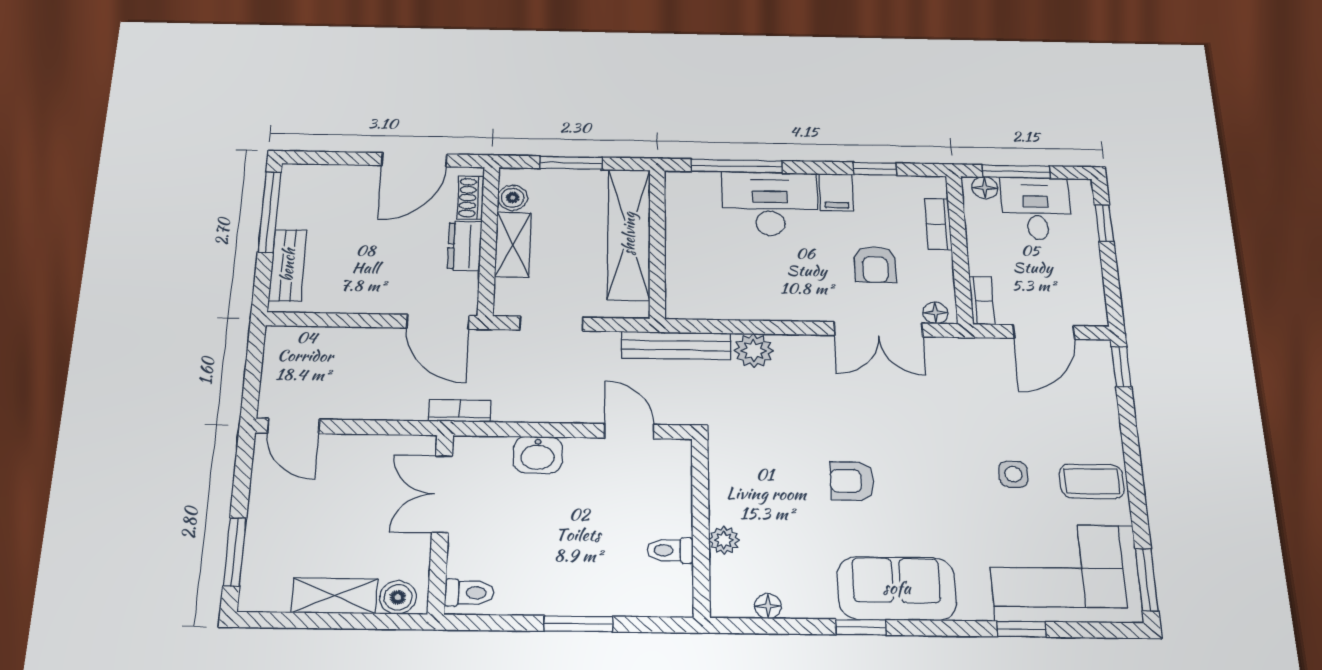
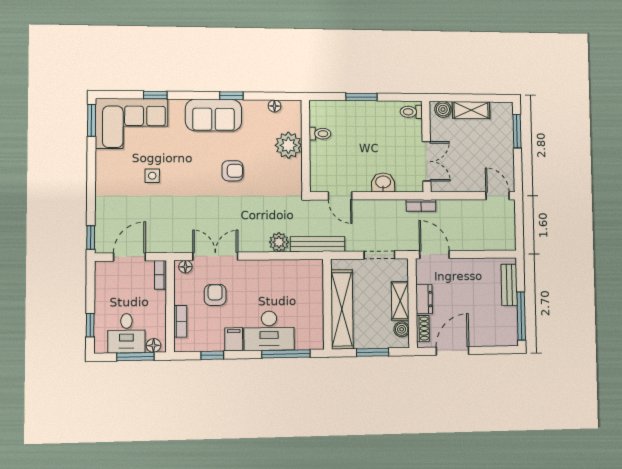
coffee table: (1092, 481) -> (113, 172), removed
plant: (724, 540) -> (288, 145), width x1.87, depth x1.87

